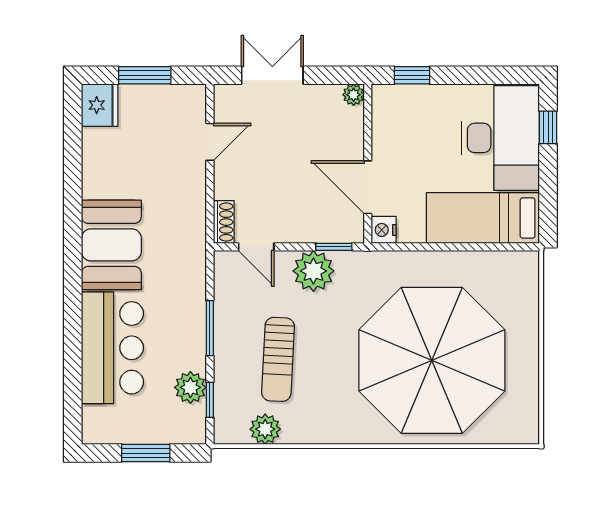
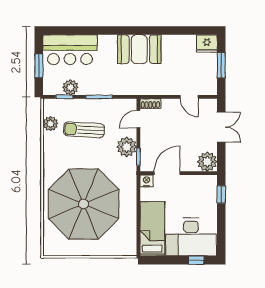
plant: (354, 95) -> (207, 162), width x1.88, depth x1.88
bar counter: (112, 348) -> (70, 50), moved

